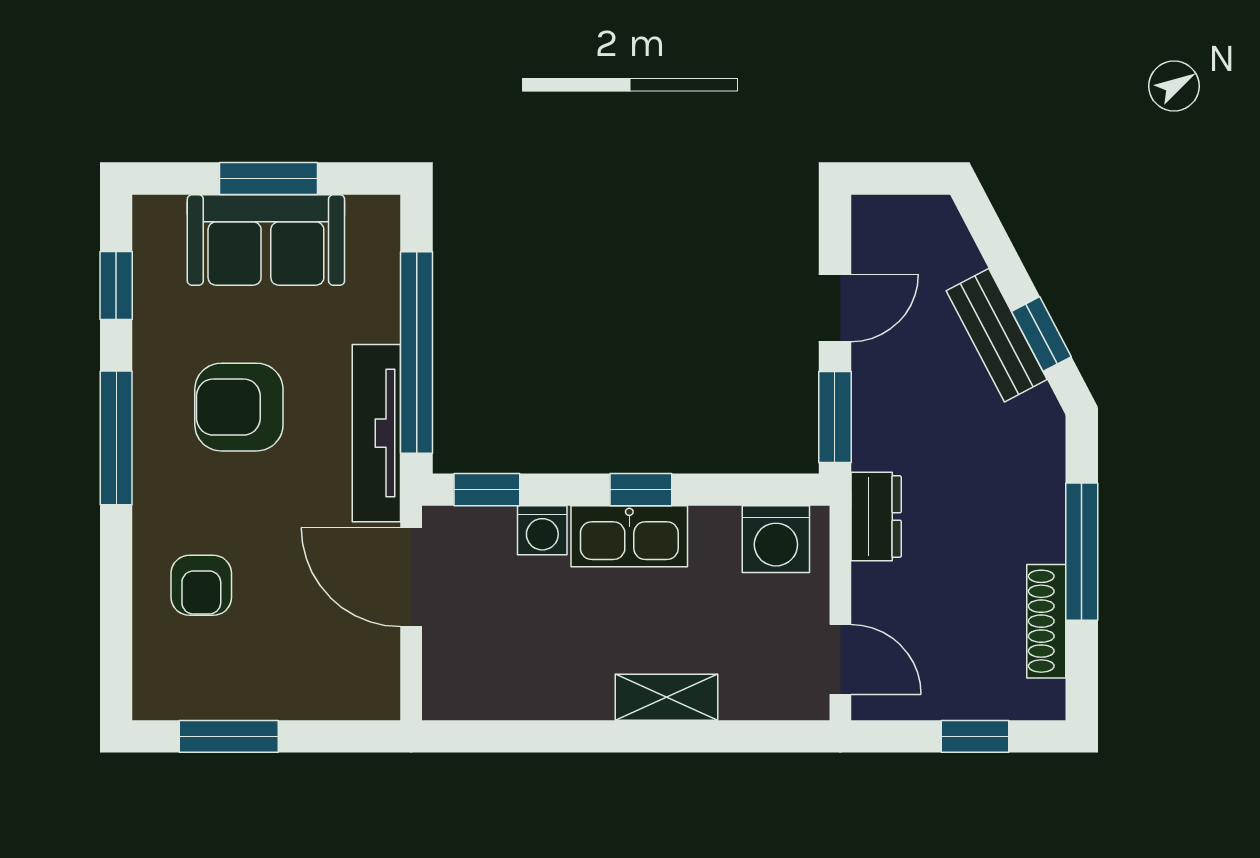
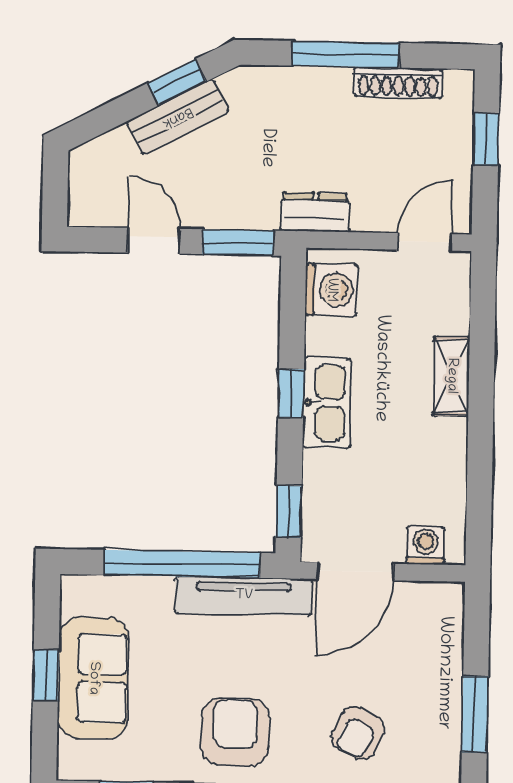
window: (268, 178) -> (46, 675), width x0.67
armchair: (239, 407) -> (235, 732), moved, turned 180
washing machine: (542, 530) -> (426, 545), moved, turned -90
armchair: (201, 585) -> (358, 733), turned 117

